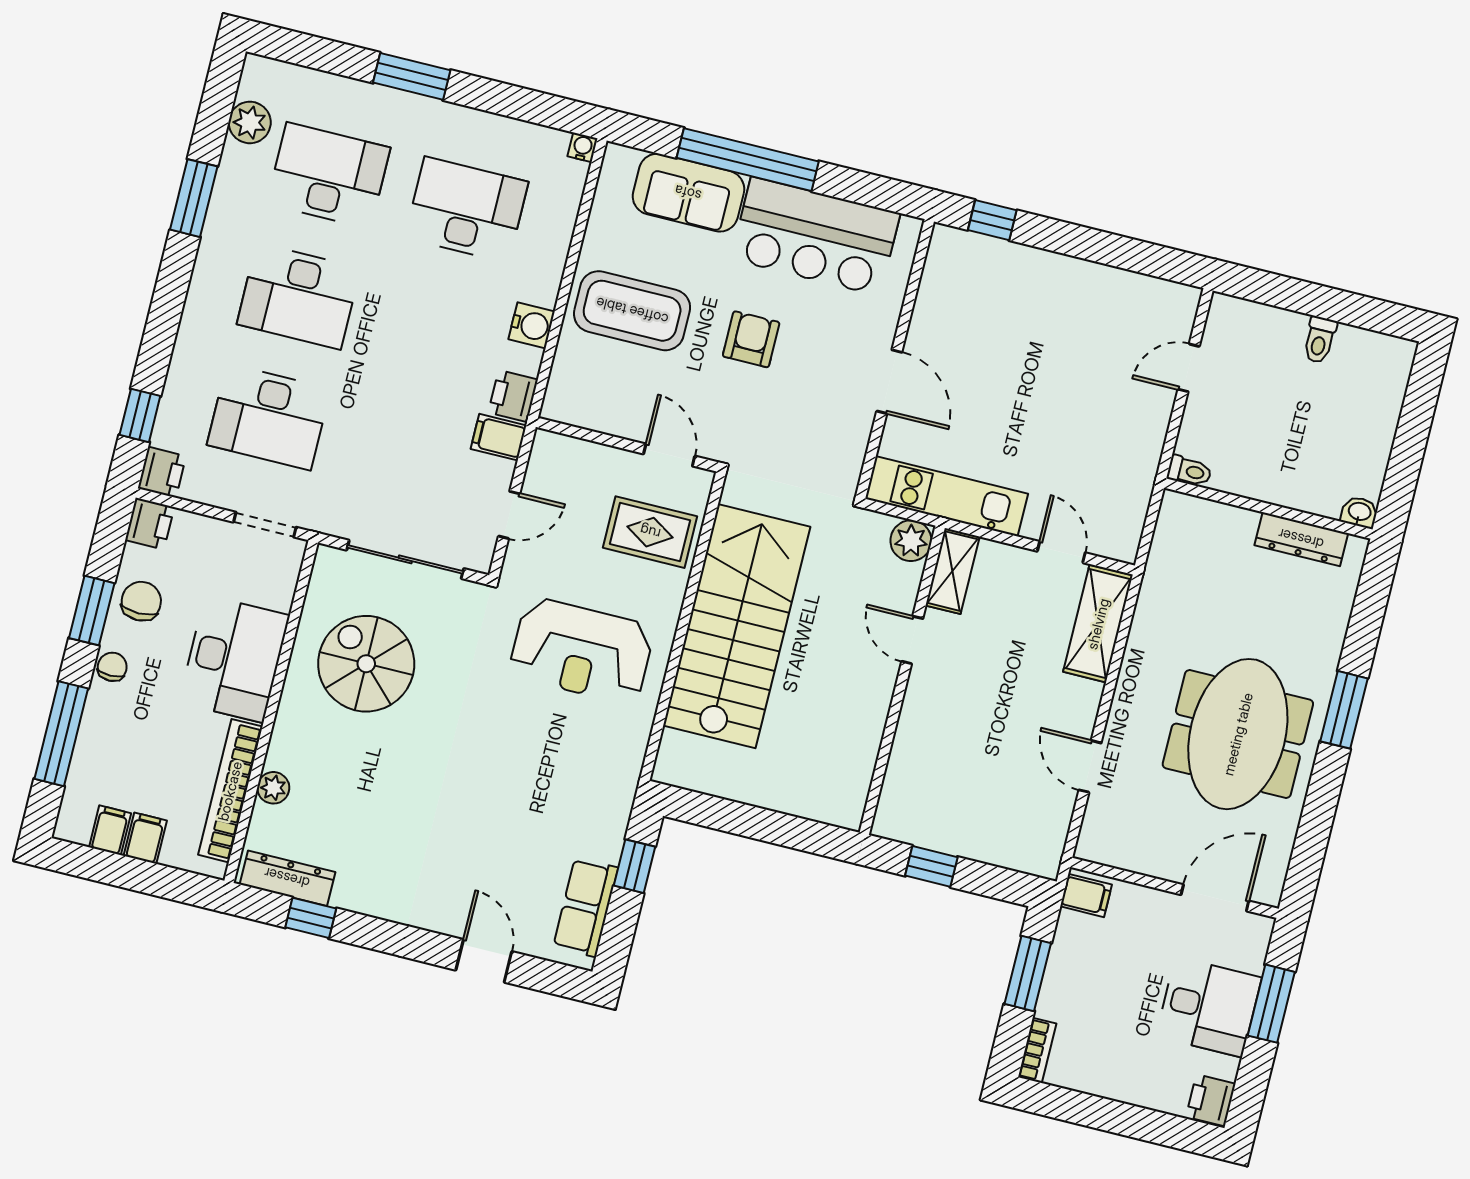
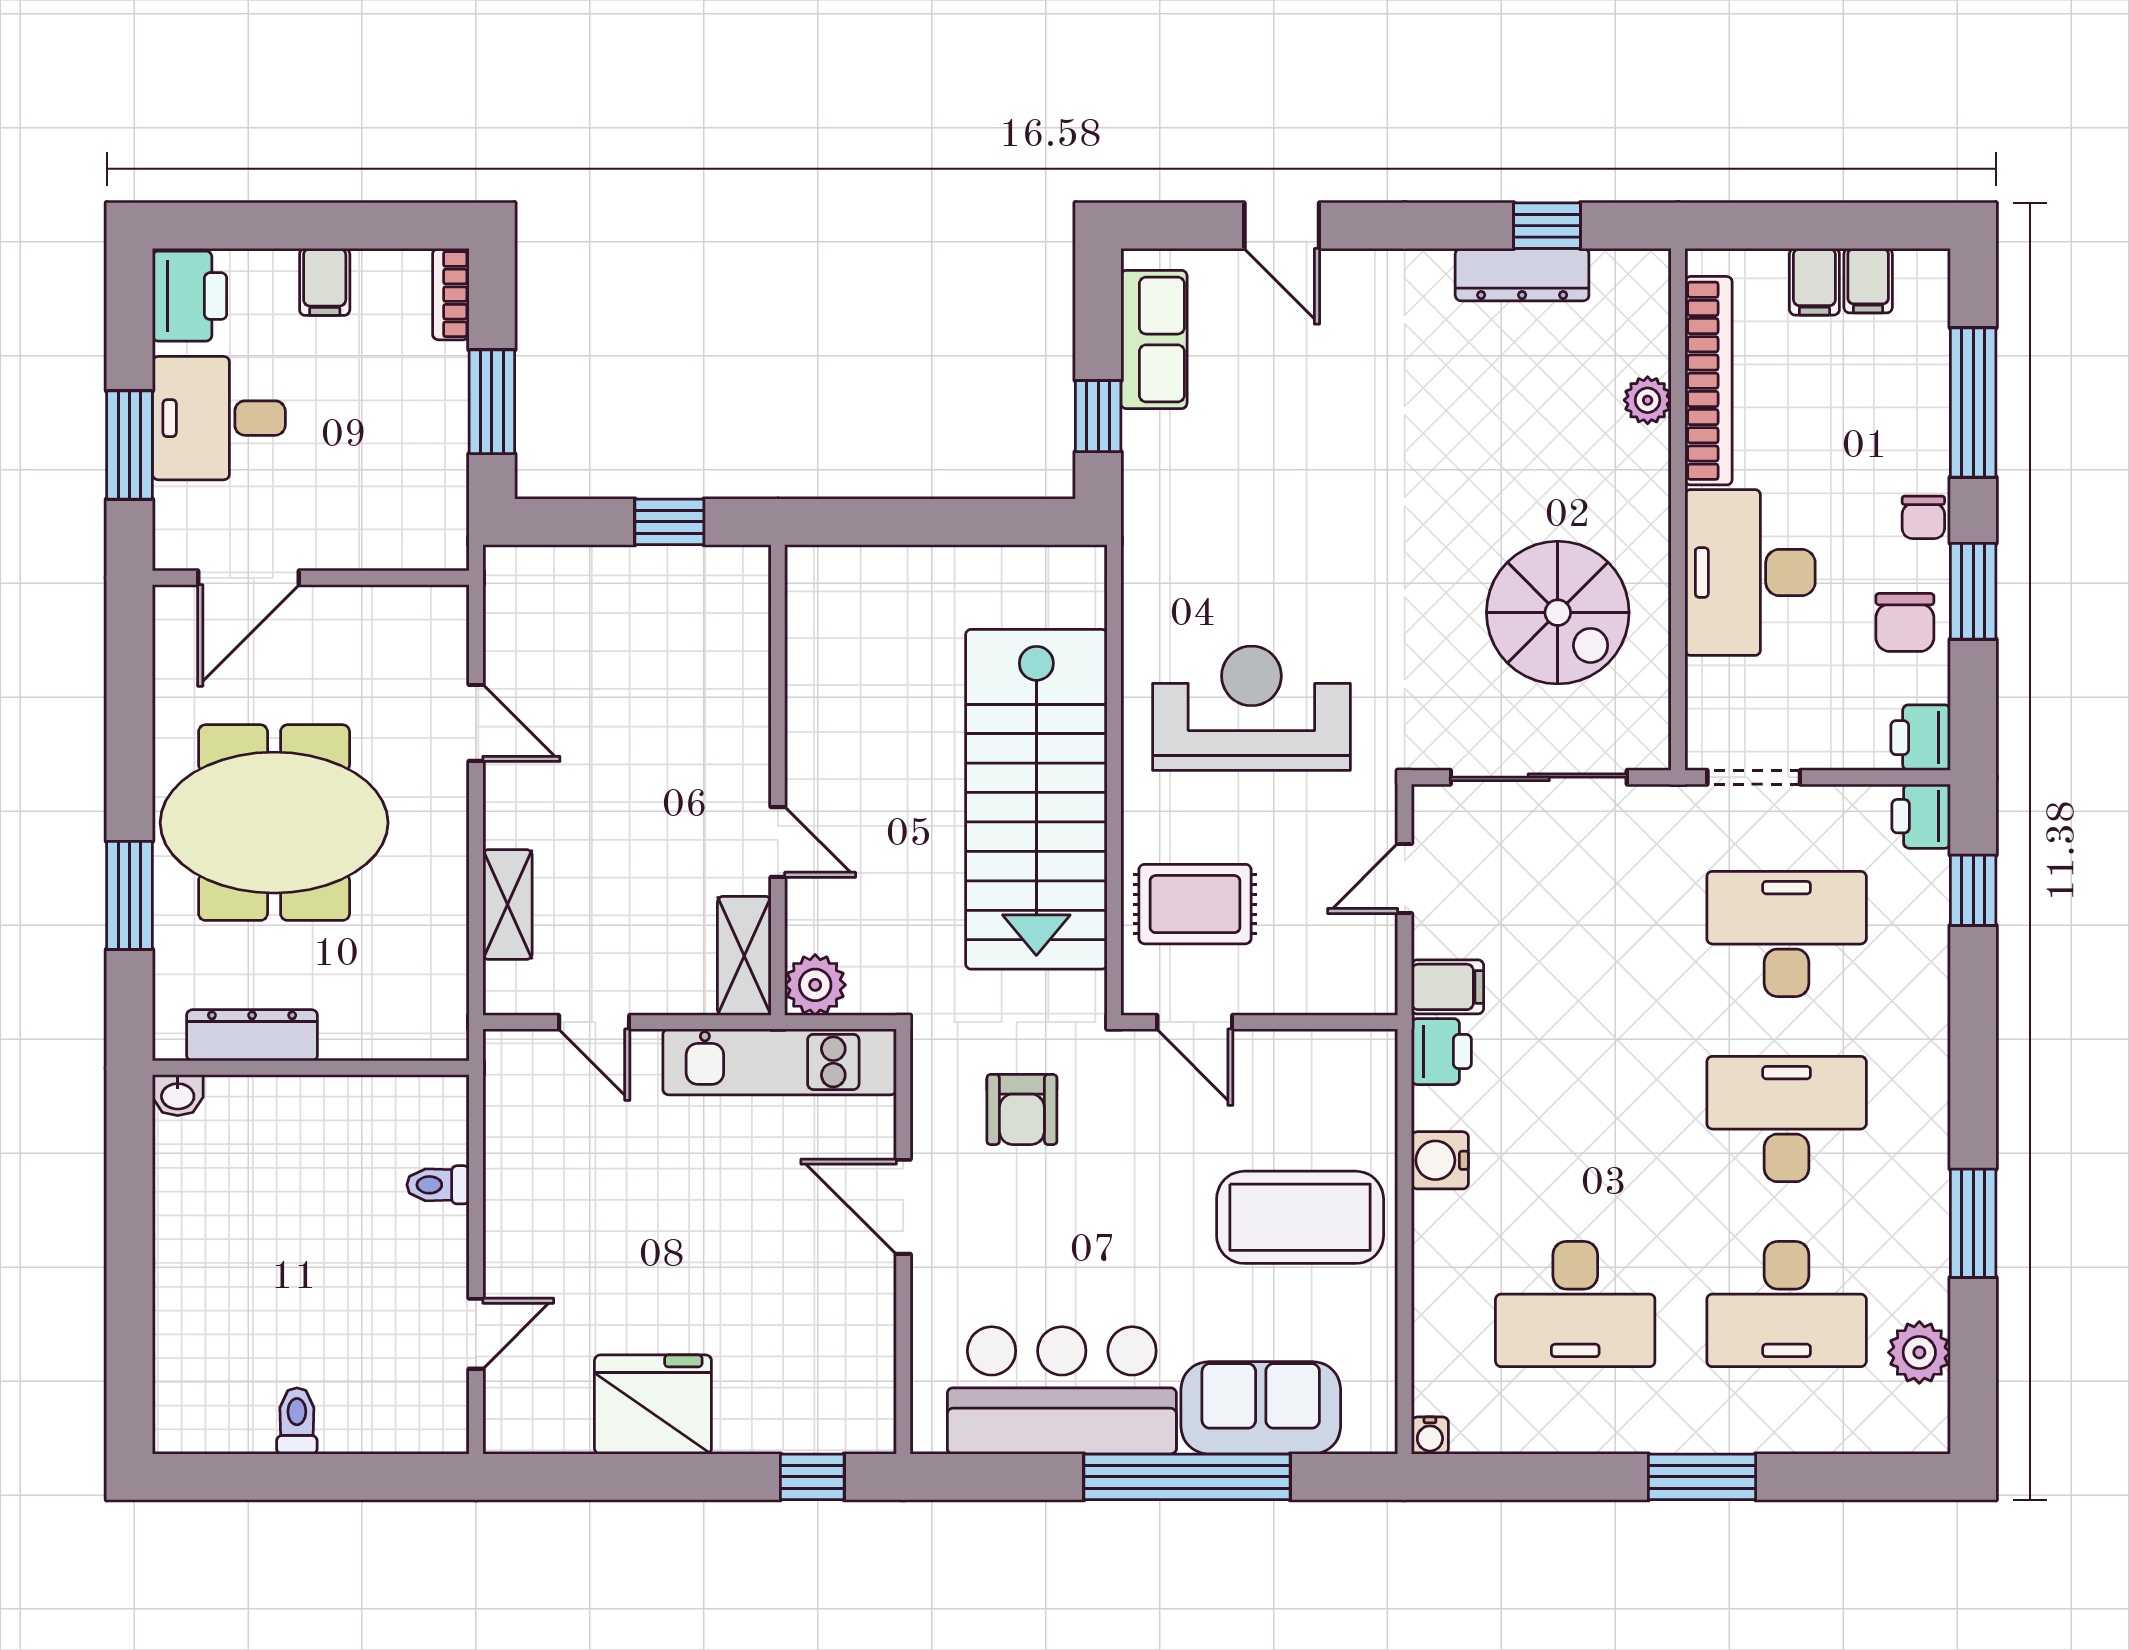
fridge: (1085, 293) -> (653, 1404), added
armchair: (751, 339) -> (1022, 1110), moved
wall: (1268, 509) -> (311, 1068), moved
washbasin: (1359, 512) -> (178, 1095), moved
dresser: (1301, 539) -> (252, 1035), moved
shelving: (1098, 624) -> (507, 905), width x0.67, depth x0.75
meeting table: (1238, 734) -> (274, 823), turned 90
dresser: (287, 878) -> (1522, 275), moved
filing cabinet: (1086, 895) -> (325, 282), moved, turned -90
printer: (1211, 1100) -> (190, 296), width x1.36, depth x1.24

